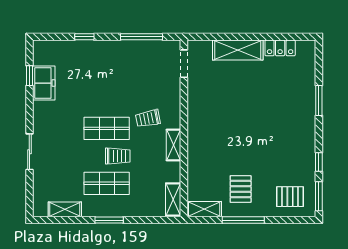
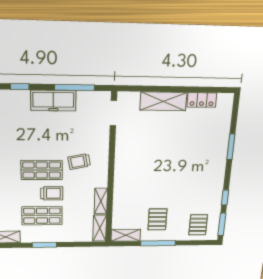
freezer: (119, 51) -> (53, 101), added
shelving: (173, 145) -> (101, 201), moved
pallet: (290, 197) -> (198, 225), turned 90

